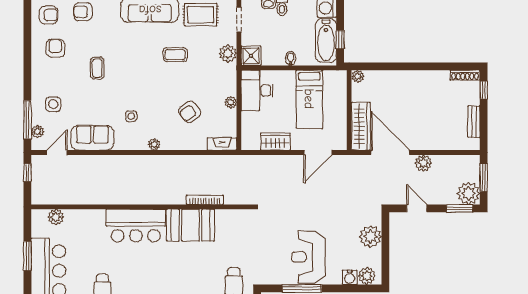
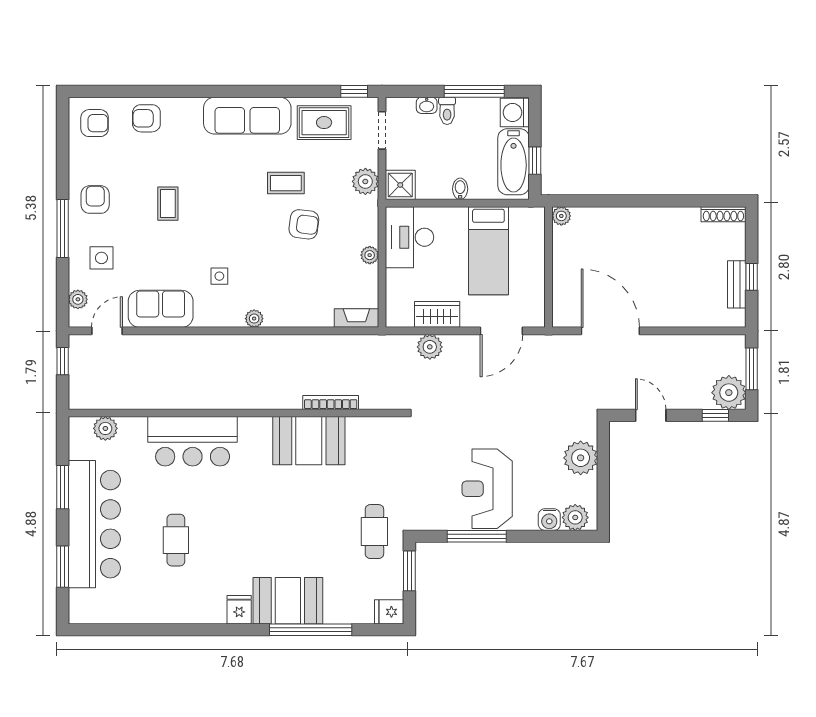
armchair: (55, 48) -> (95, 200), moved
window: (484, 90) -> (752, 277), moved
armchair: (190, 112) -> (304, 224), moved, turned -137
window: (27, 120) -> (63, 229), moved
wardrobe: (361, 126) -> (566, 291), removed
plant: (423, 163) -> (430, 347), moved
window: (460, 208) -> (715, 415), width x0.67
bar counter: (136, 226) -> (193, 441), moved

